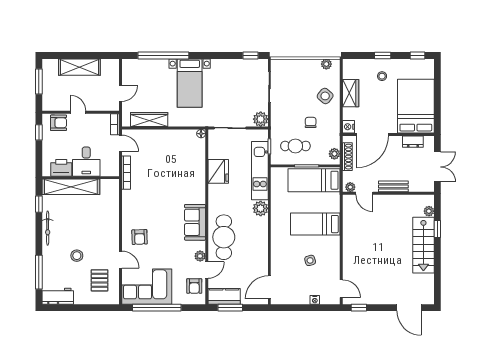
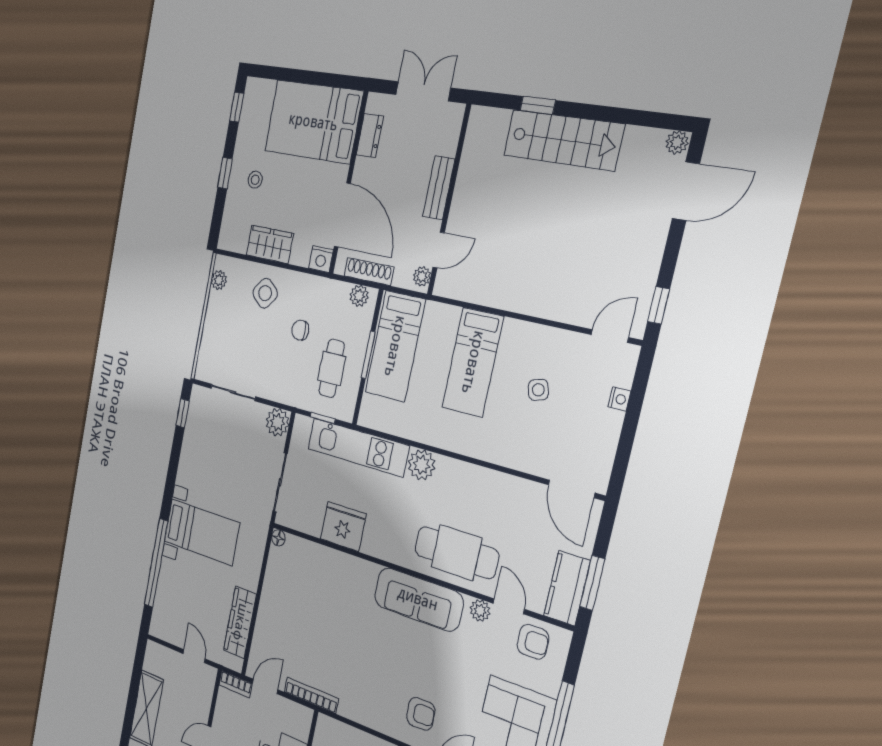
plant: (429, 211) -> (677, 142), moved
sofa: (195, 222) -> (418, 599), width x1.36

